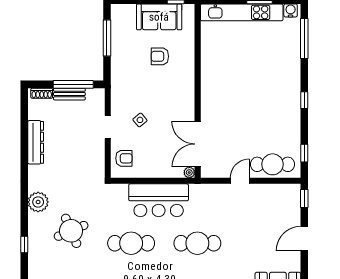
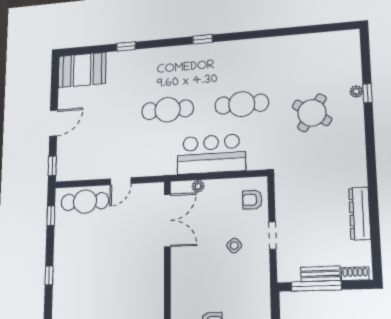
plant: (189, 172) -> (198, 186), moved
plant: (38, 202) -> (356, 91), moved, width x0.53, depth x0.53
round table: (71, 231) -> (312, 113), turned -34

